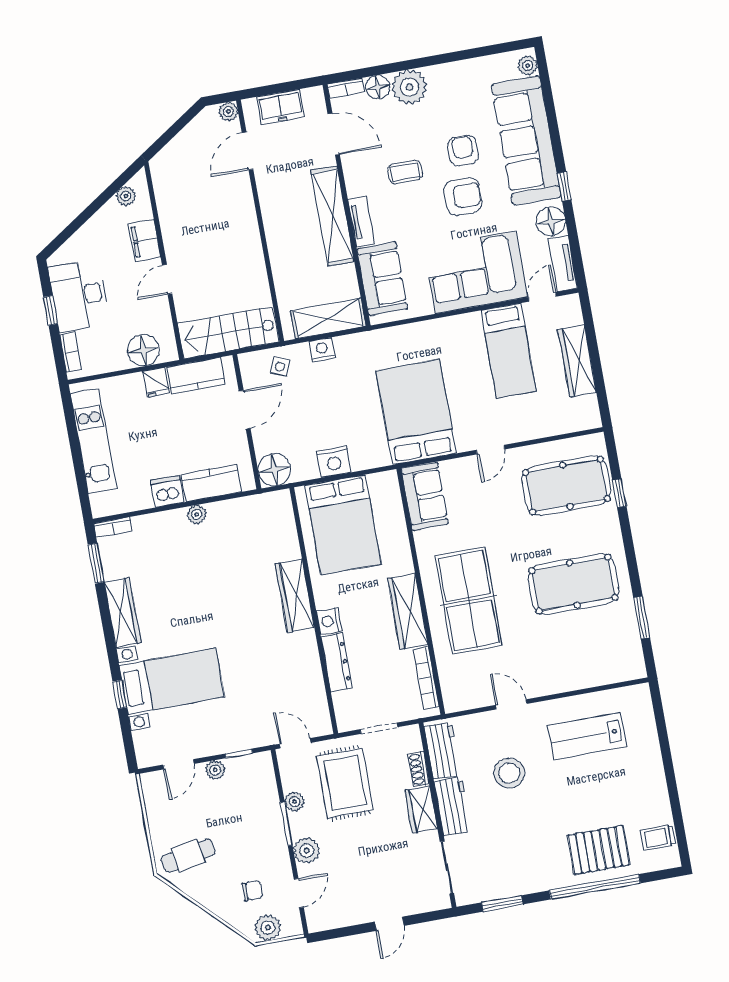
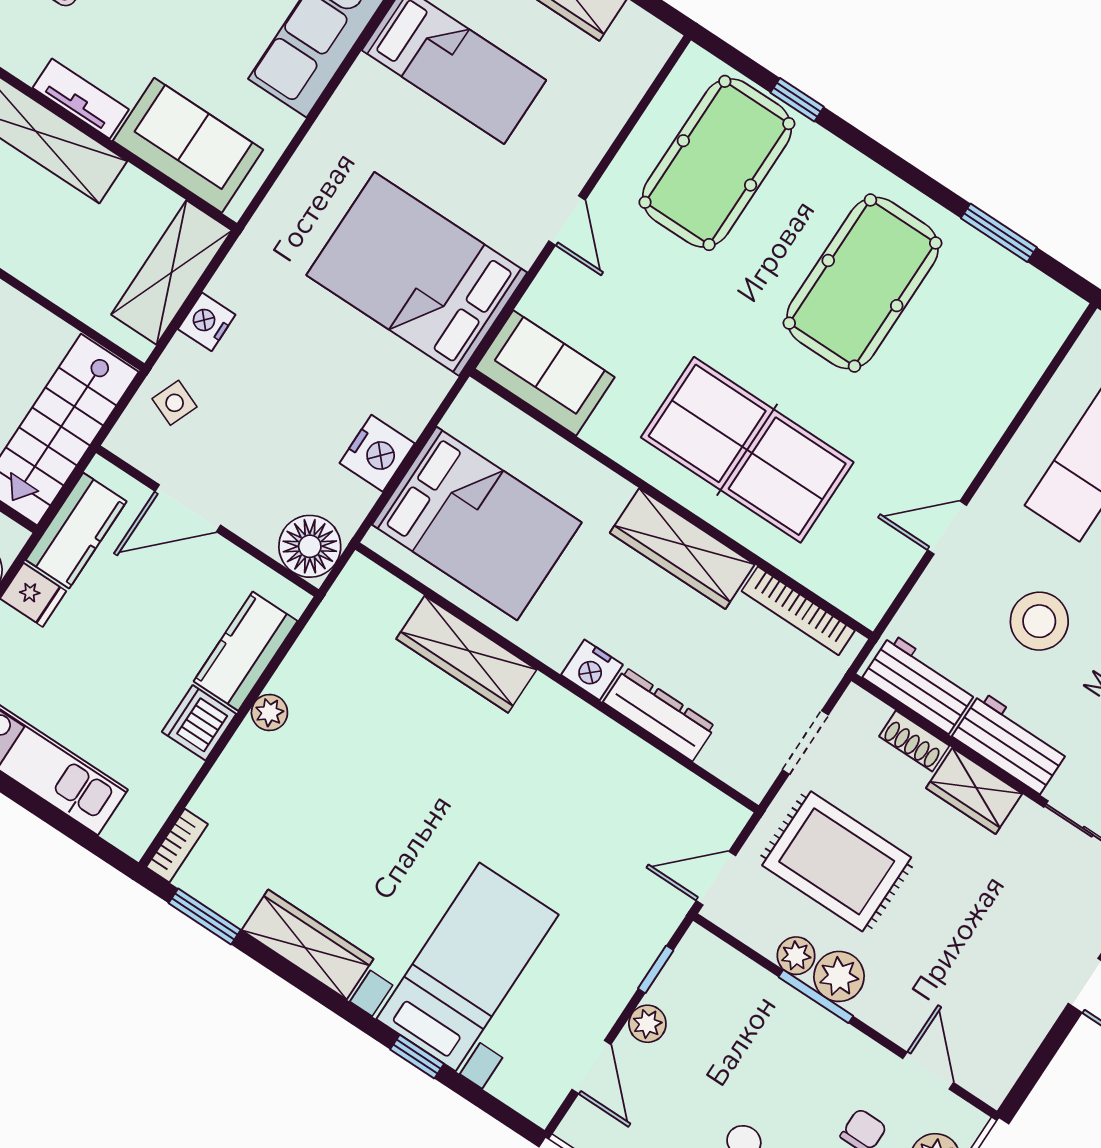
door: (245, 410) -> (188, 508), swing flipped
wardrobe: (295, 596) -> (466, 654), moved
plant: (307, 851) -> (839, 976), moved

